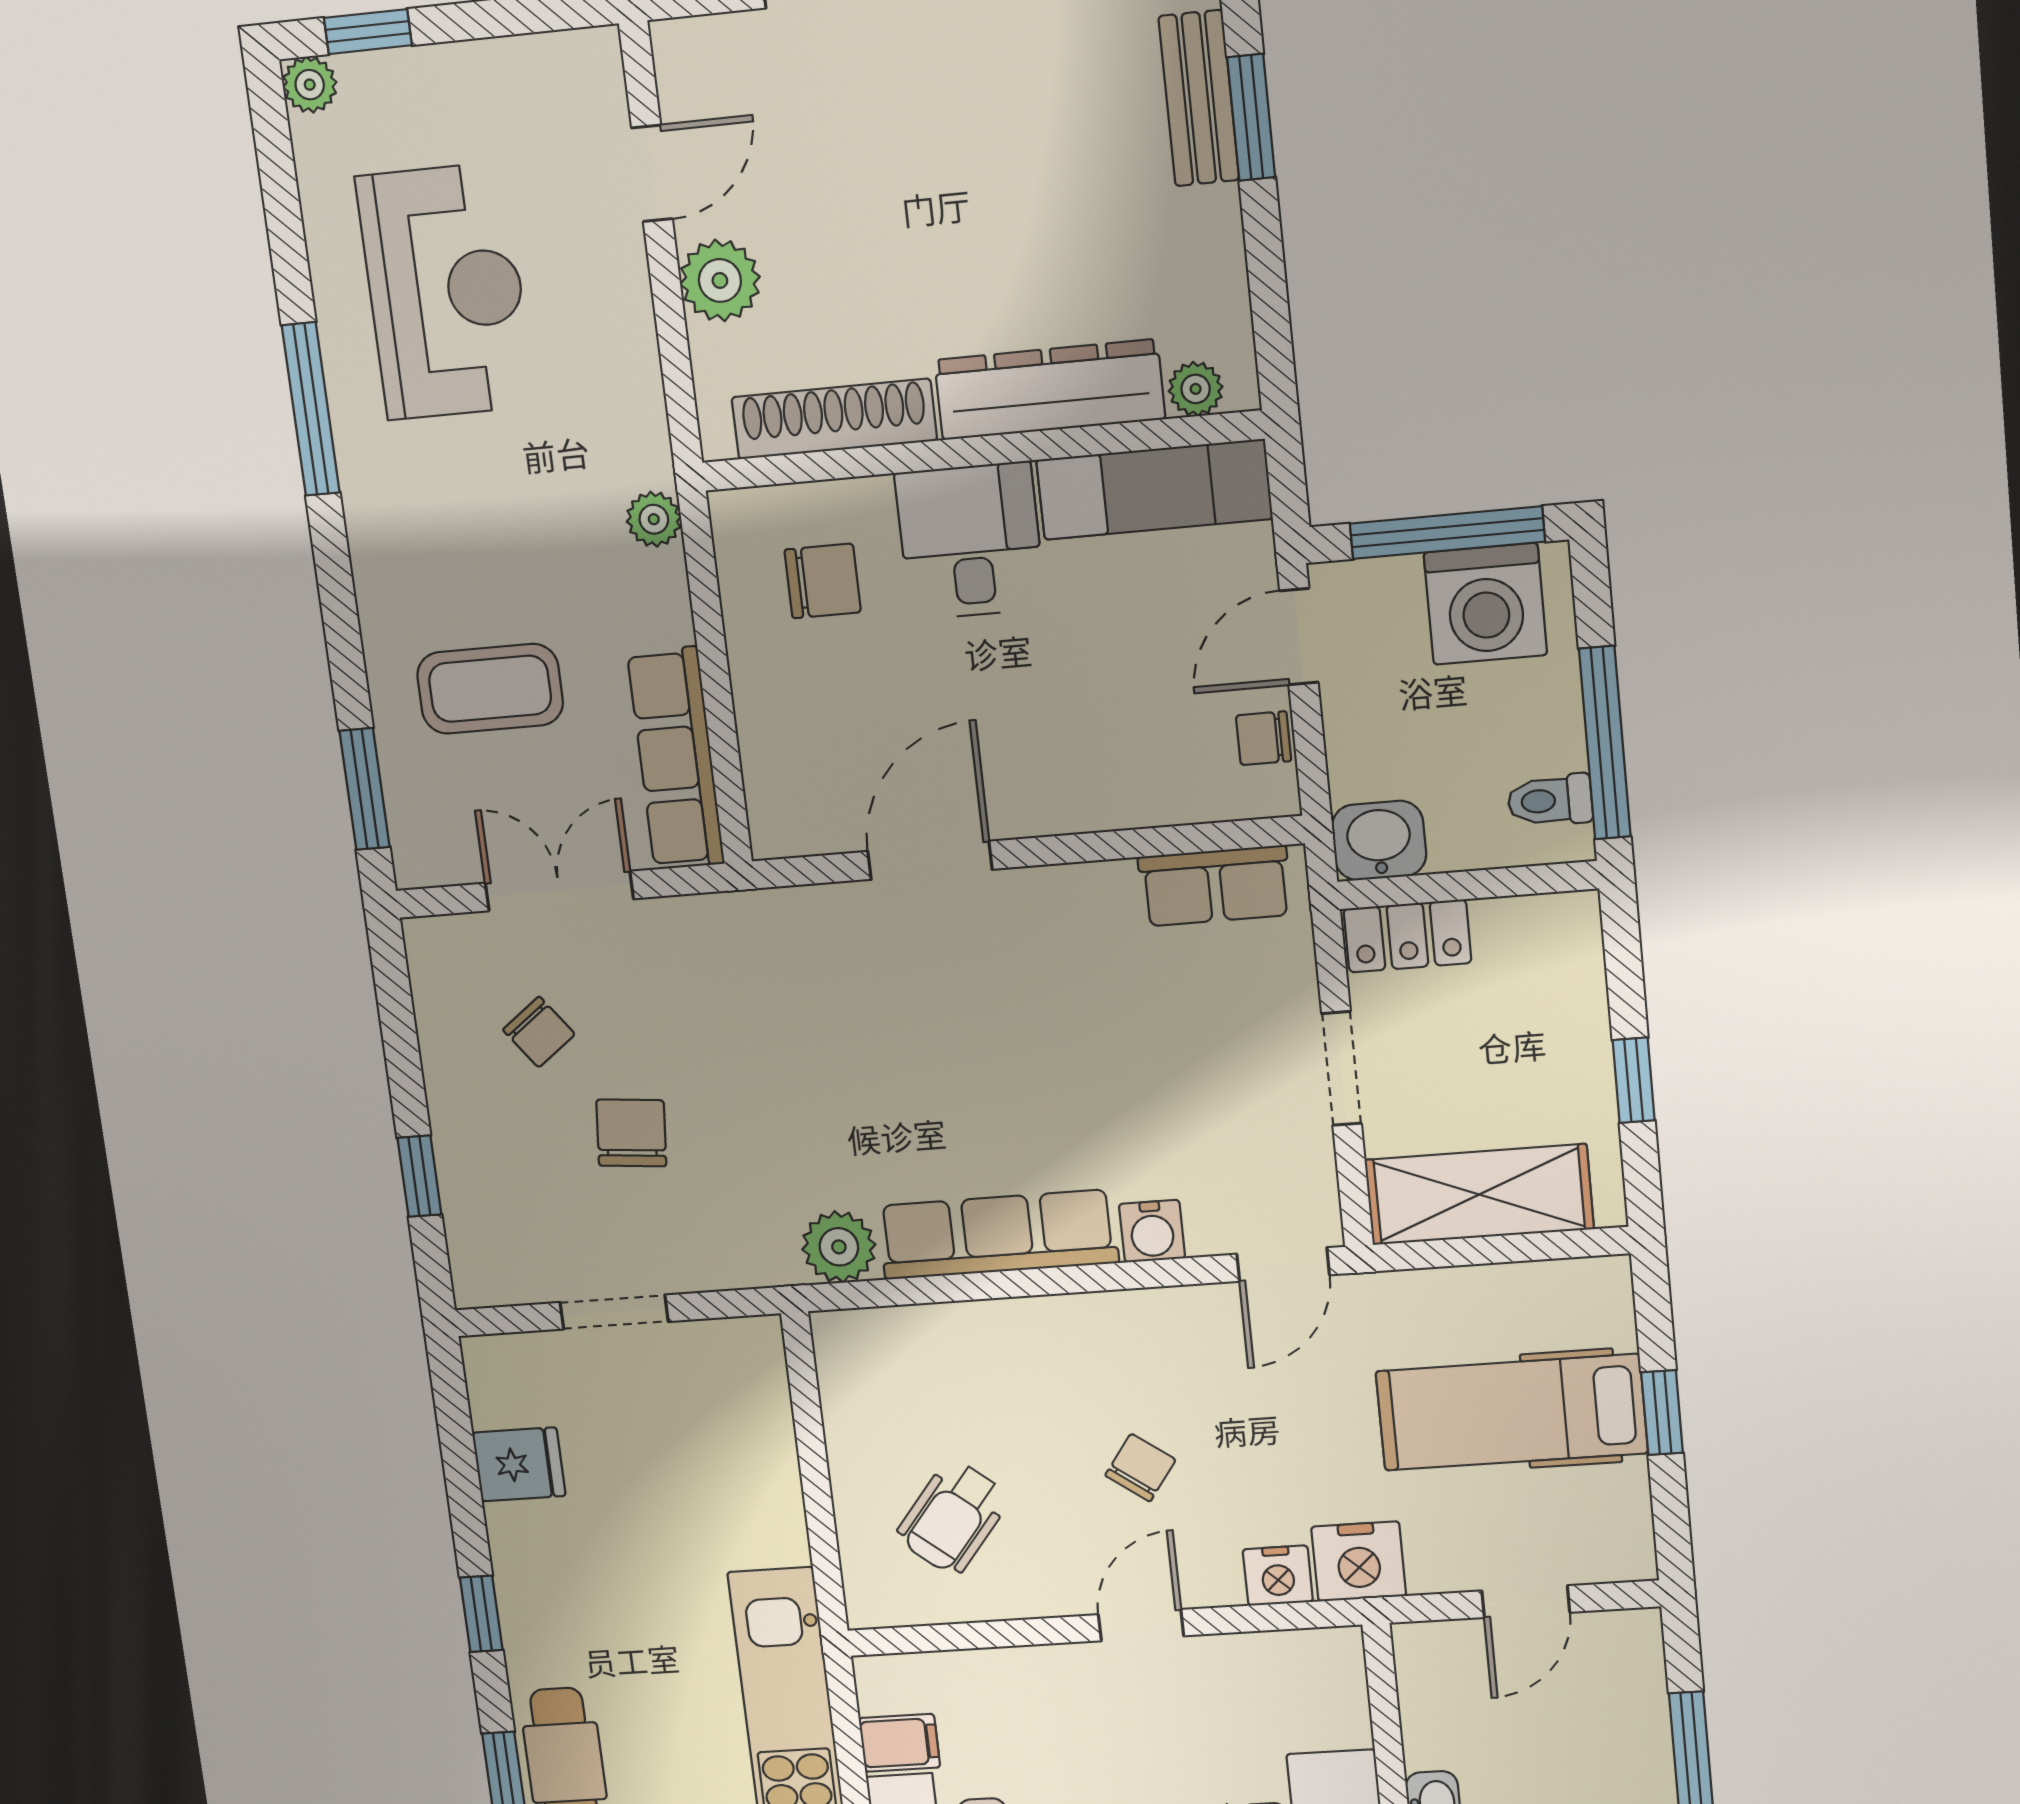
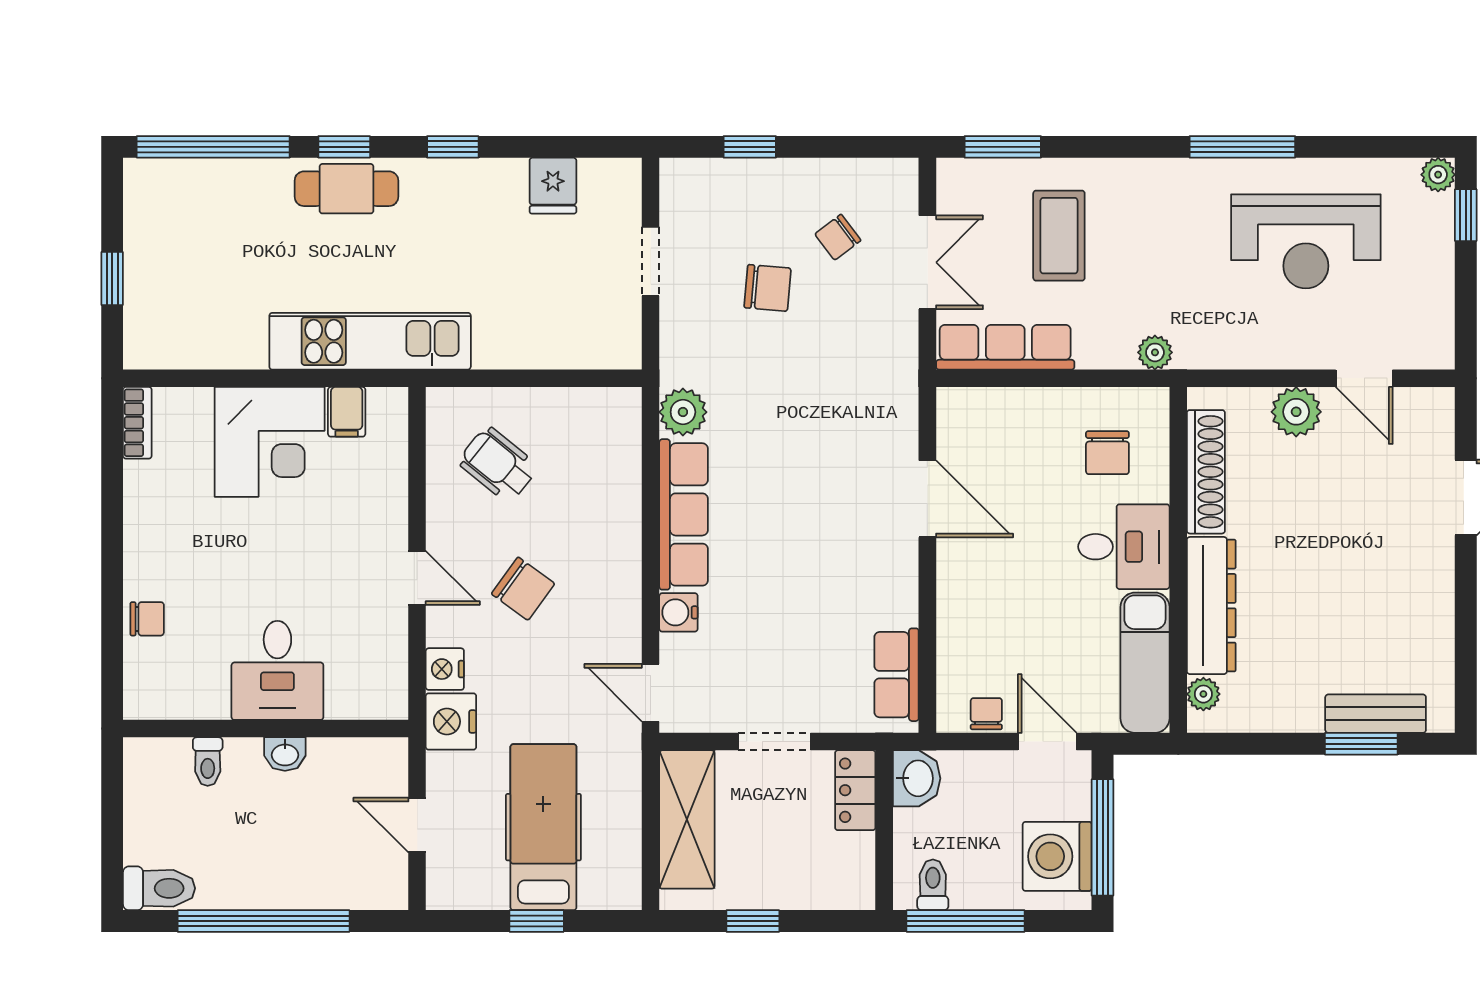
chair: (1140, 1468) -> (523, 589), width x1.37, depth x1.37

